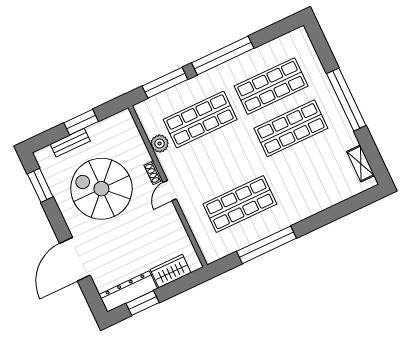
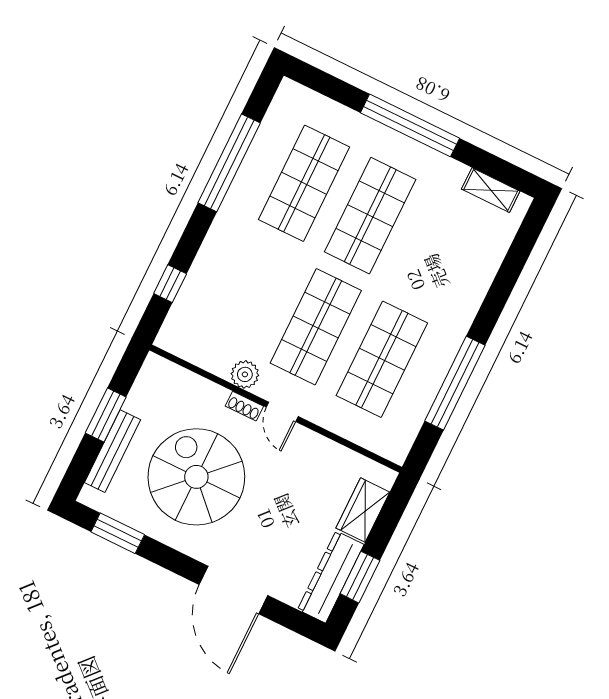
window: (223, 55) -> (229, 163), moved
window: (165, 83) -> (170, 284), width x0.46
shop shelf: (200, 120) -> (316, 327), moved
bench: (70, 143) -> (112, 451), width x1.36
plant: (160, 144) -> (245, 374), moved
spiral stairs: (101, 189) -> (196, 477), turned 90

